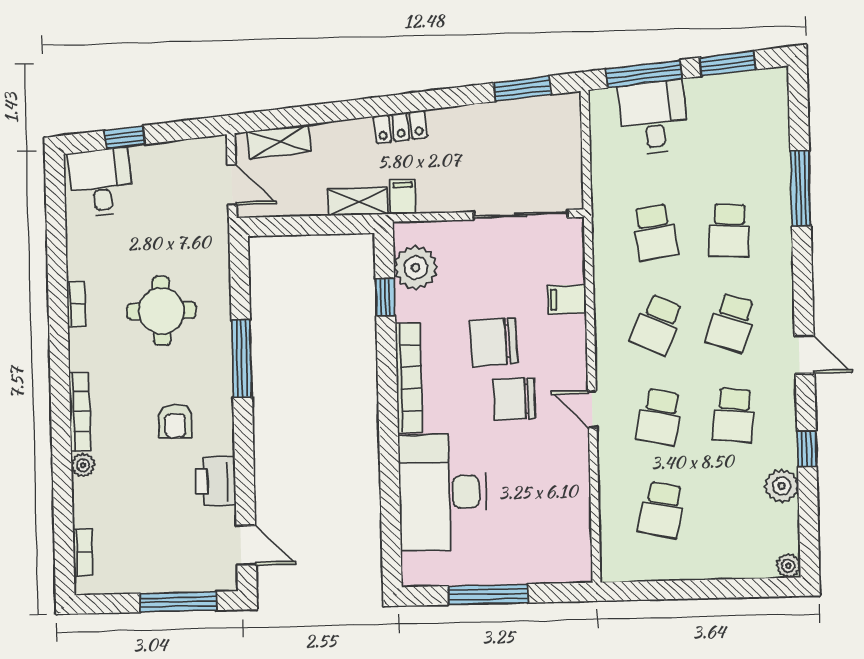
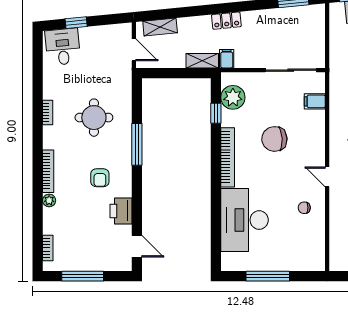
filing cabinet: (567, 299) -> (315, 101), moved
chair: (514, 399) -> (304, 208), moved, width x0.54, depth x0.54
window: (178, 602) -> (83, 276), moved

